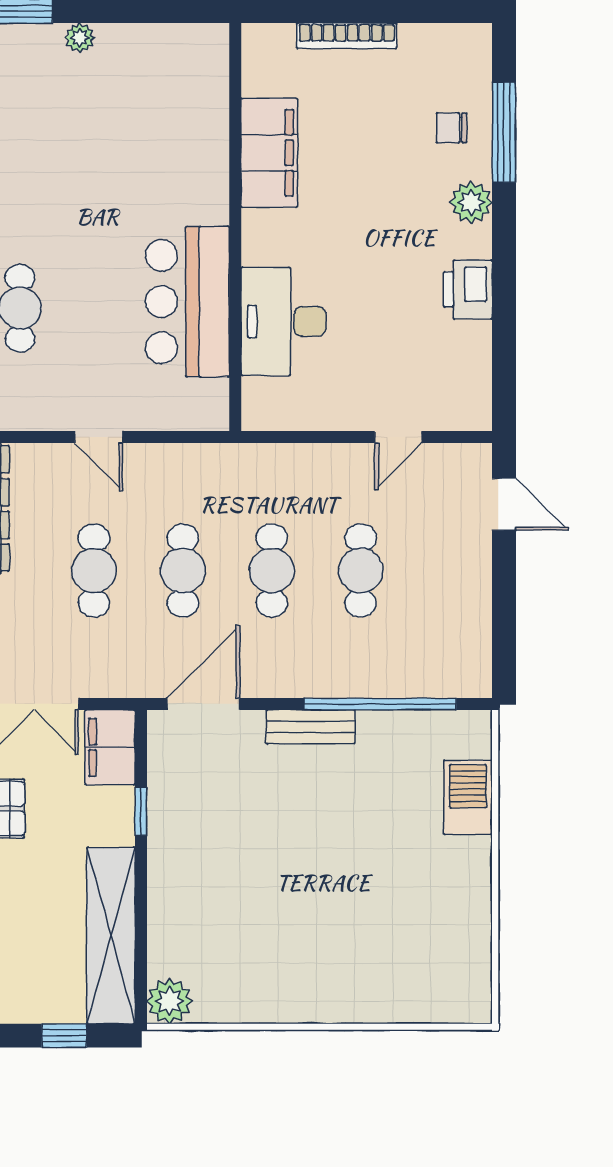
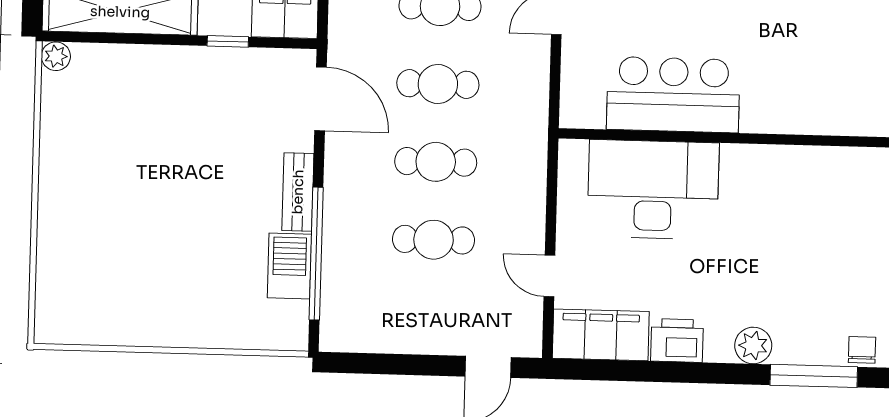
chair: (452, 128) -> (862, 350), moved
filing cabinet: (269, 153) -> (601, 335), moved, turned 180
desk: (284, 321) -> (653, 190), width x1.36, depth x1.30
barbecue: (468, 797) -> (289, 266), moved, turned -90
plant: (170, 1001) -> (56, 56), width x0.73, depth x0.73

